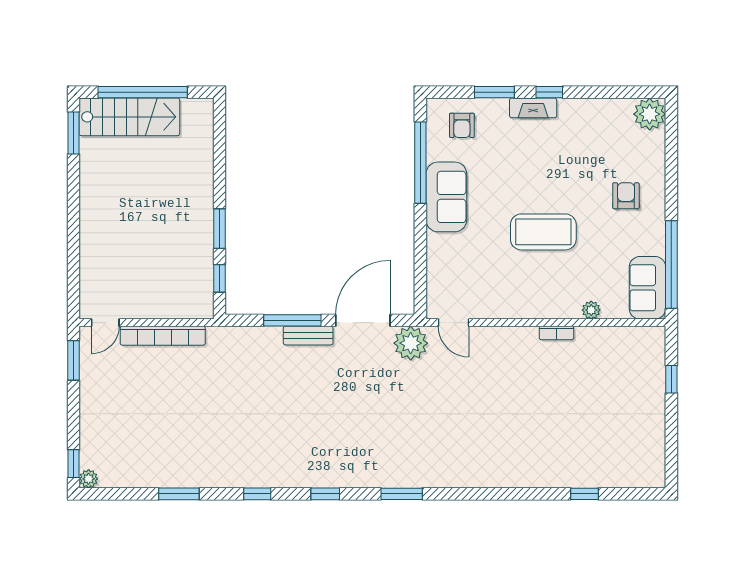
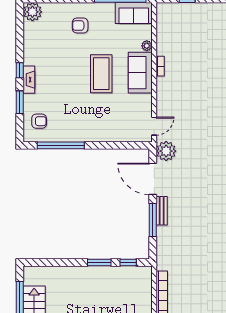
sofa: (446, 197) -> (140, 73), moved, turned -90

